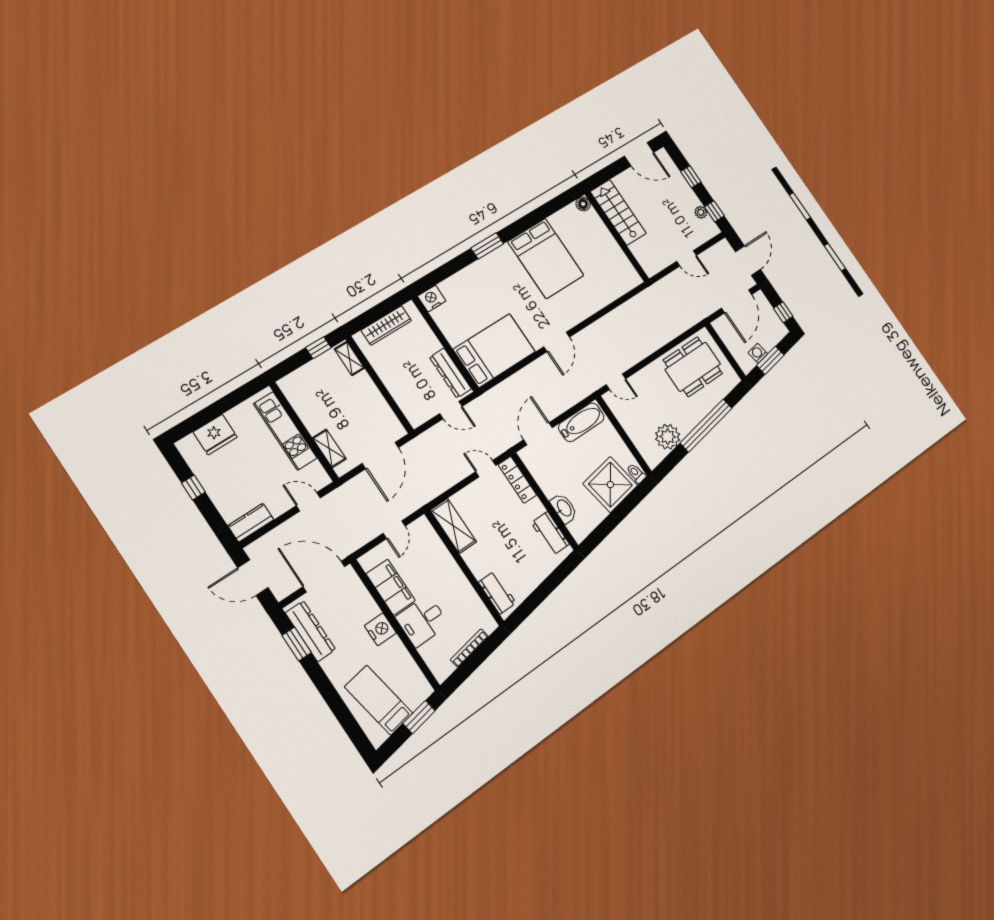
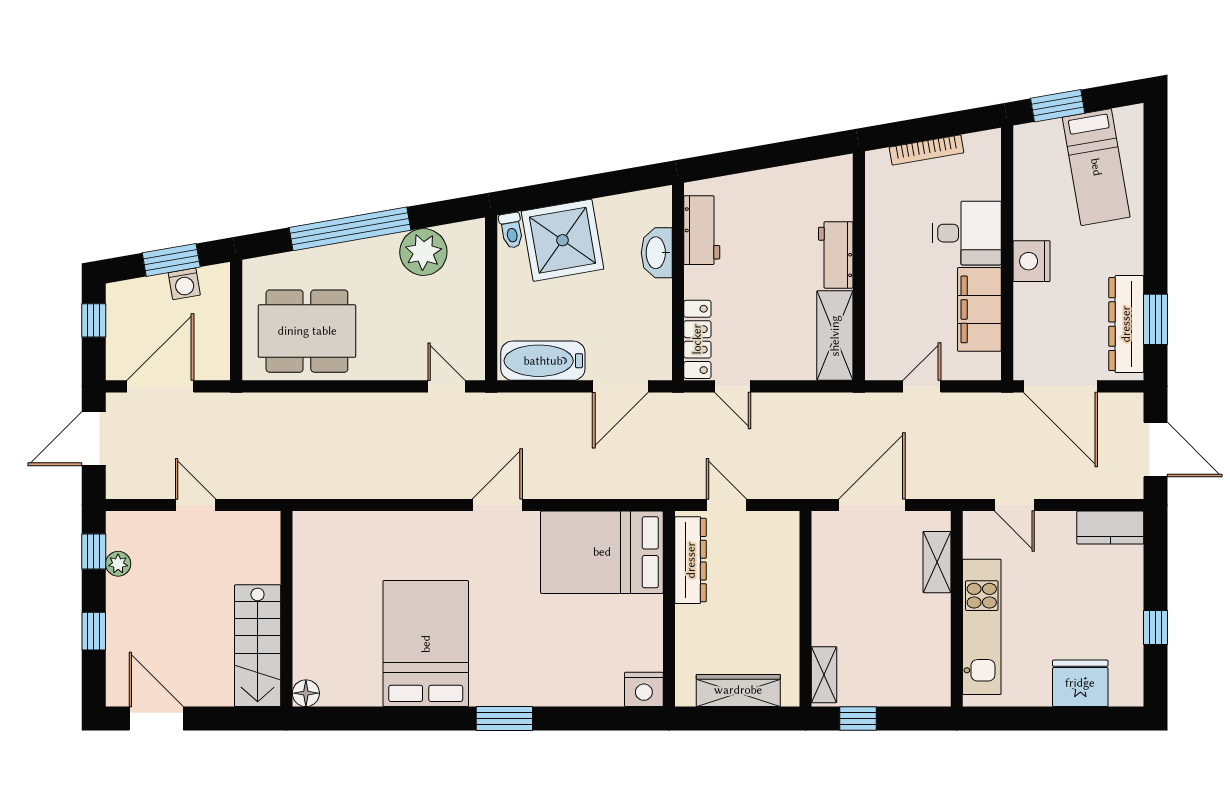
workbench: (497, 593) -> (836, 255), moved

